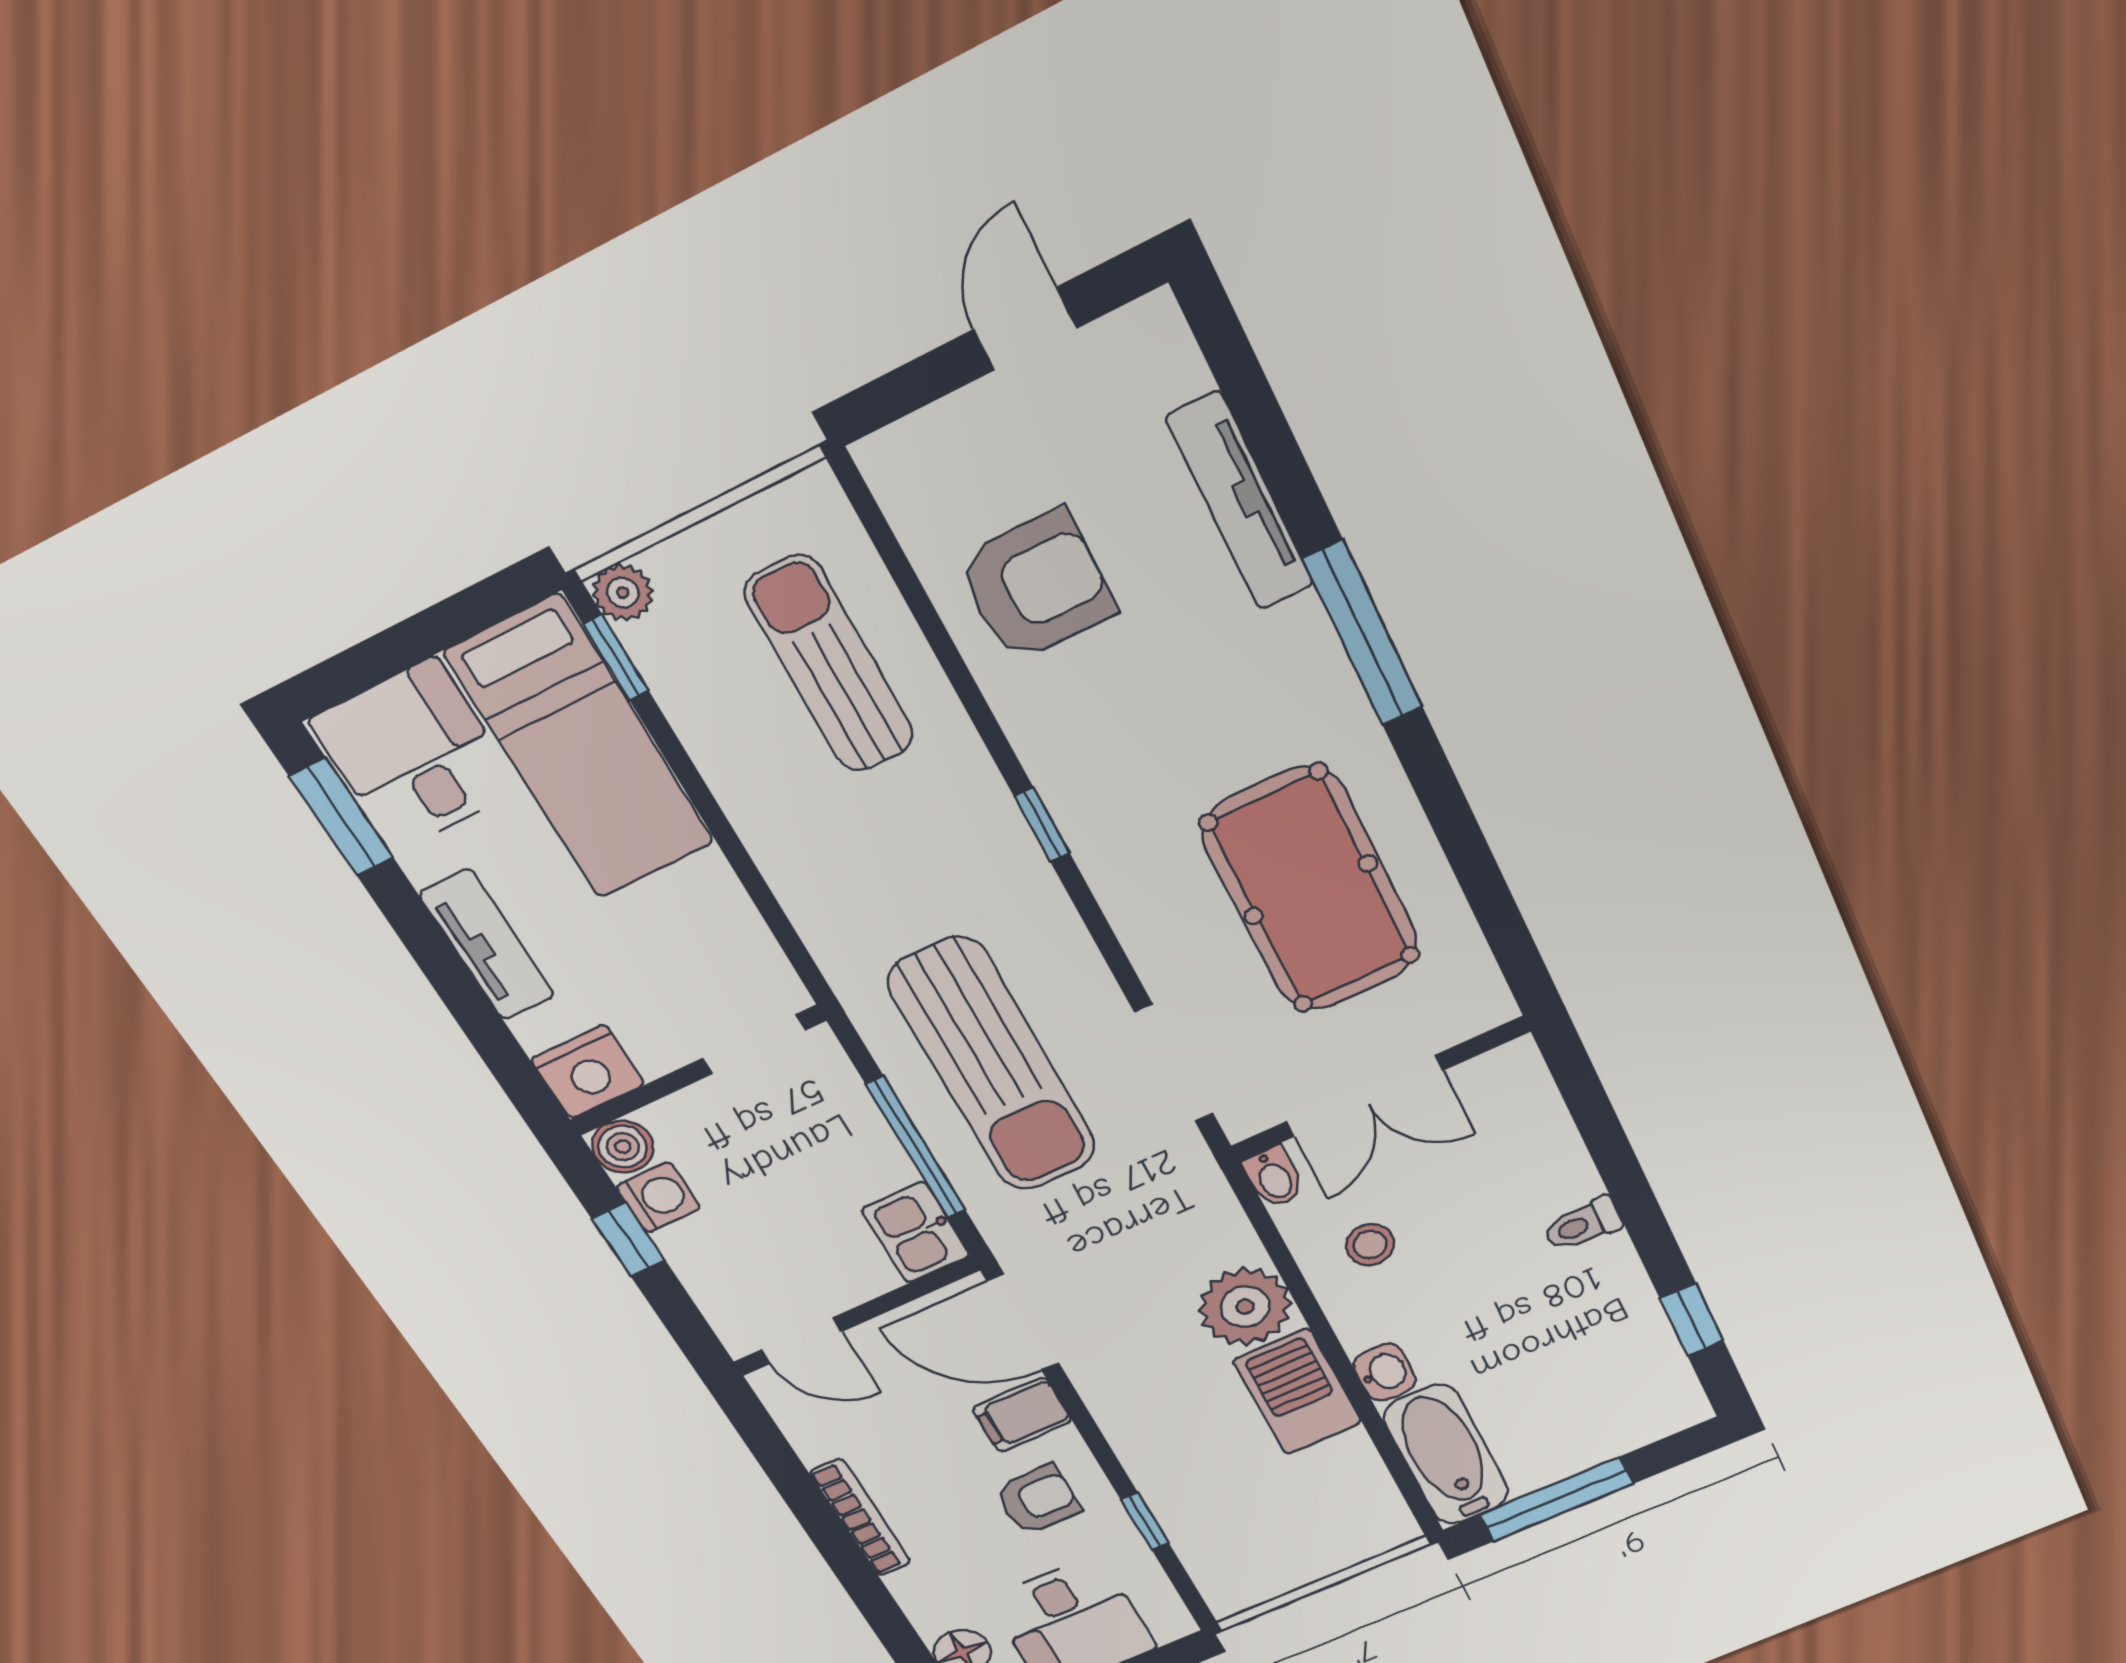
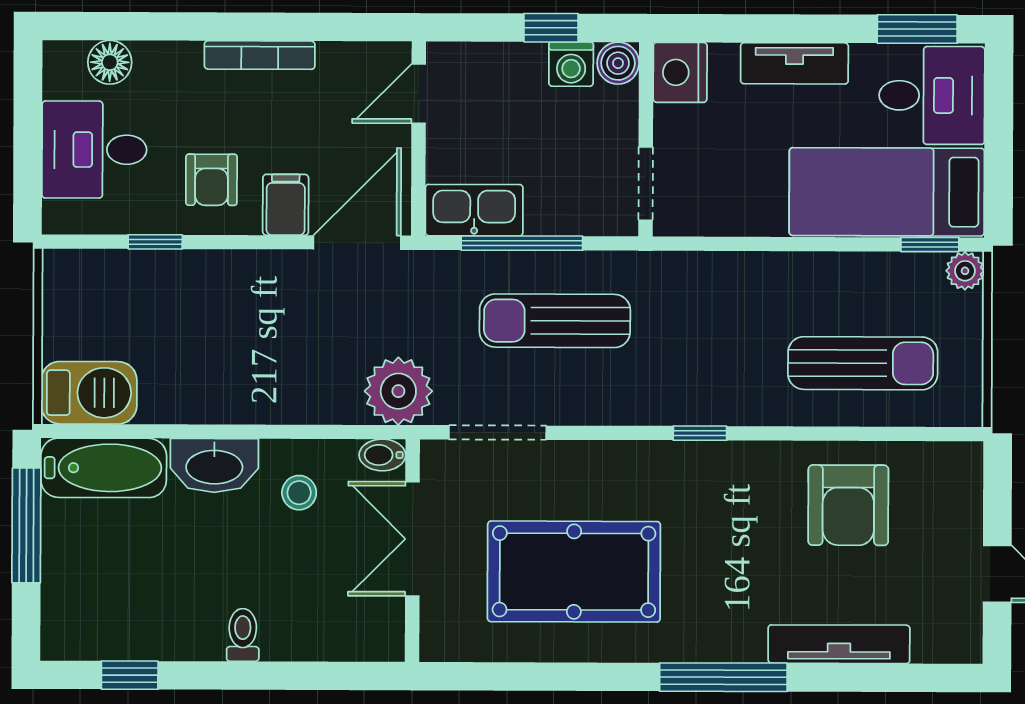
sun lounger: (993, 1065) -> (555, 321), width x0.73, depth x0.75
kitchen sink: (916, 1232) -> (474, 210), width x1.38
plant: (1245, 1307) -> (398, 391), moved
washbasin: (1385, 1372) -> (214, 466), width x1.91, depth x1.45
barbecue: (1297, 1392) -> (89, 393), moved

